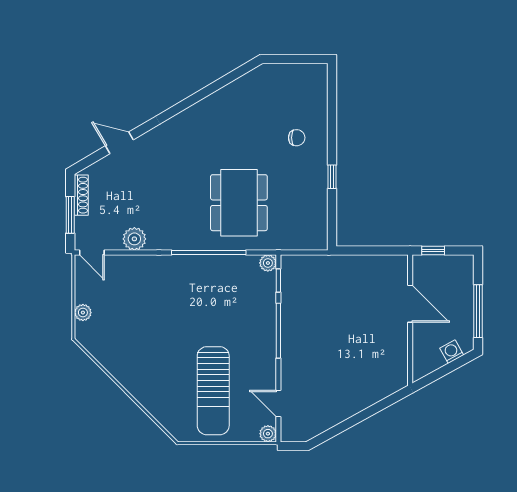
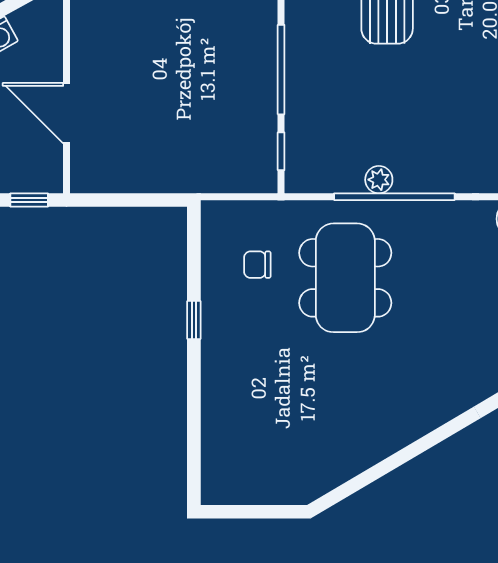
chair: (297, 138) -> (257, 265), moved
plant: (268, 263) -> (379, 180), moved

